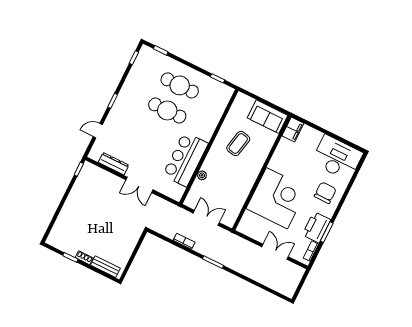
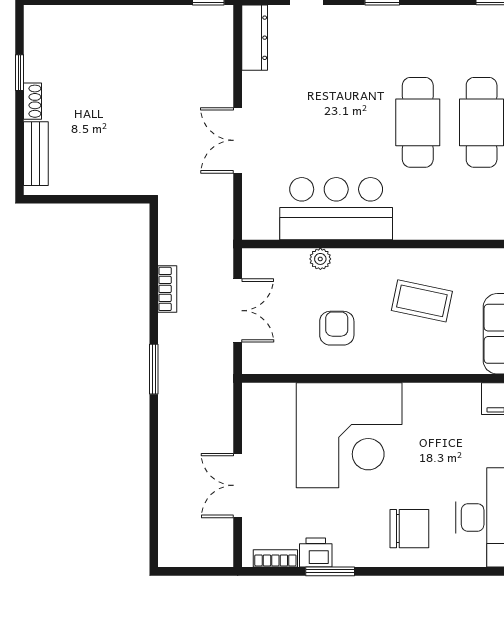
dresser: (114, 164) -> (255, 38), moved
armchair: (232, 182) -> (337, 328), added
printer: (316, 227) -> (316, 552), width x0.53, depth x0.68
double door: (275, 252) -> (238, 485), swing flipped

